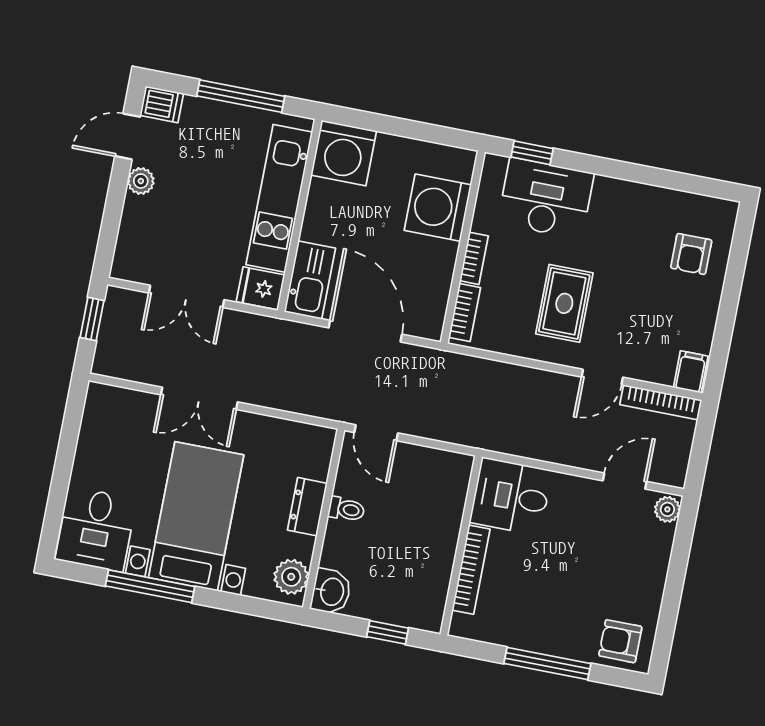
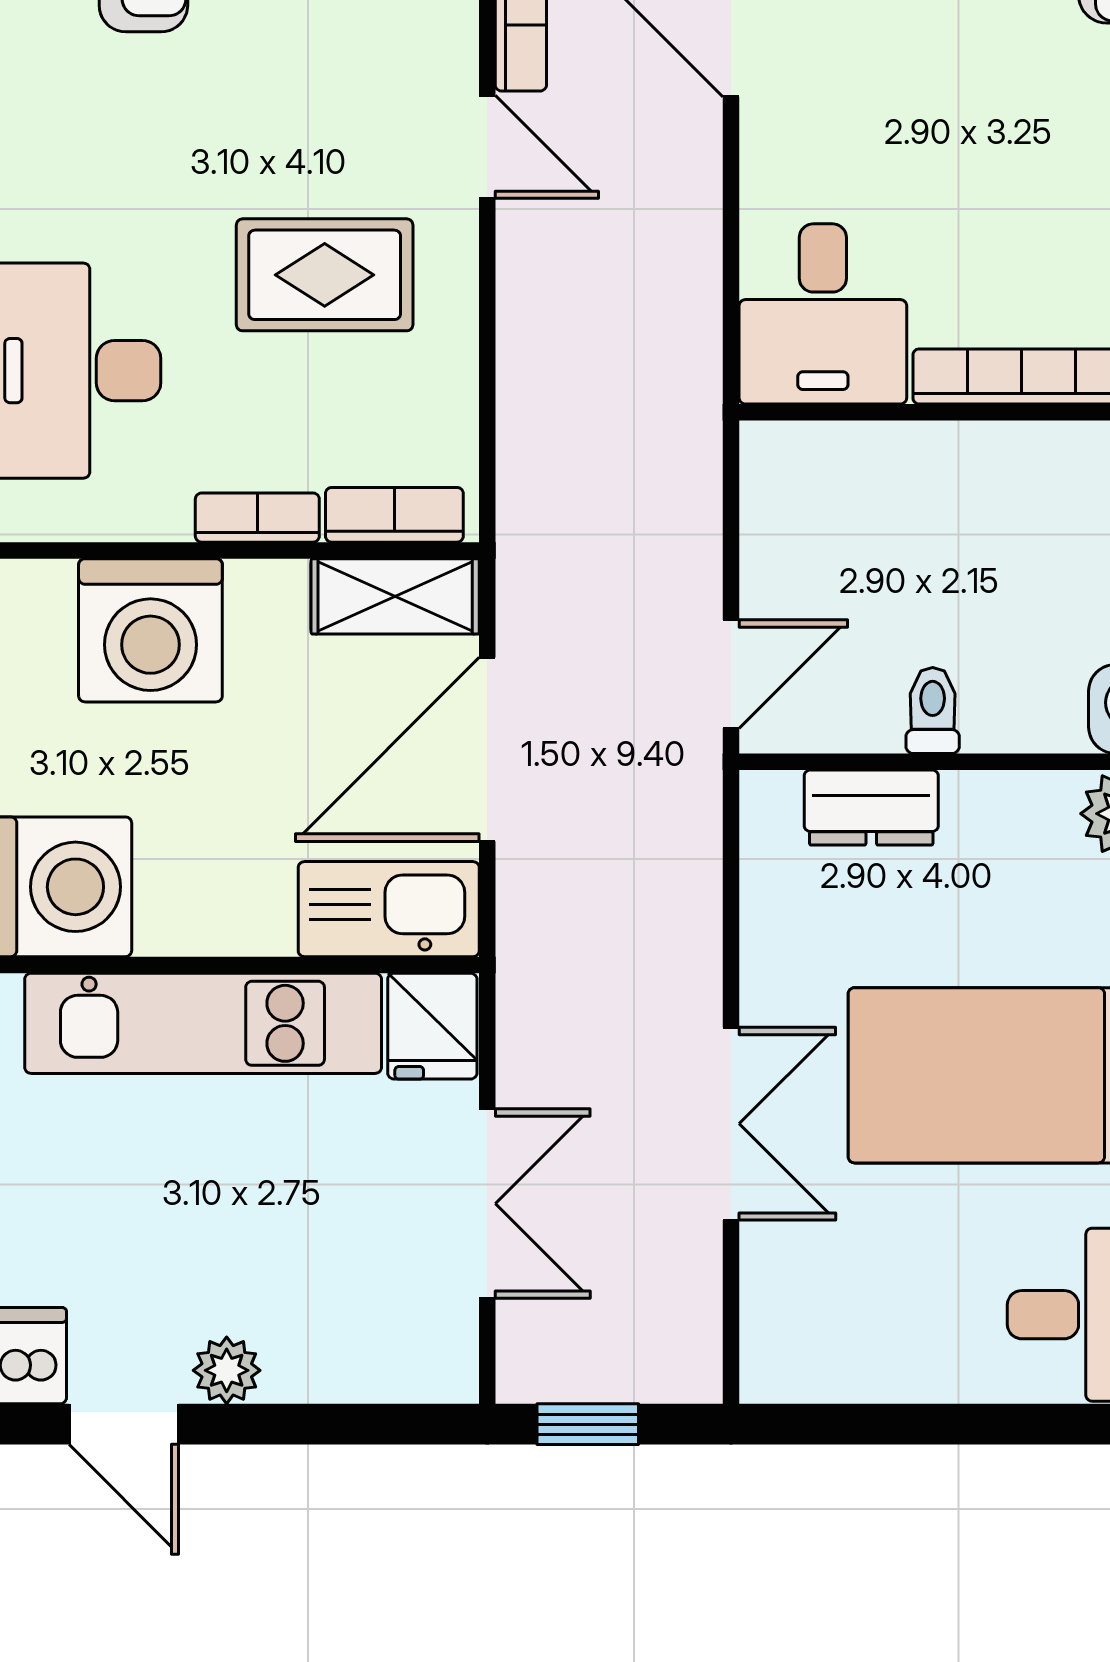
shelving: (432, 307) -> (395, 596), added
dresser: (307, 507) -> (871, 808), moved

